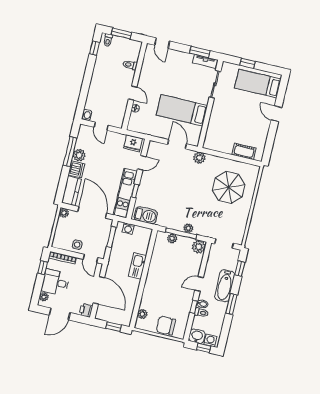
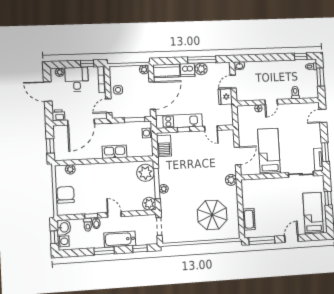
fridge: (133, 143) -> (225, 97), moved
window: (269, 145) -> (262, 240), added
plant: (172, 238) -> (145, 173), width x1.88, depth x1.88

